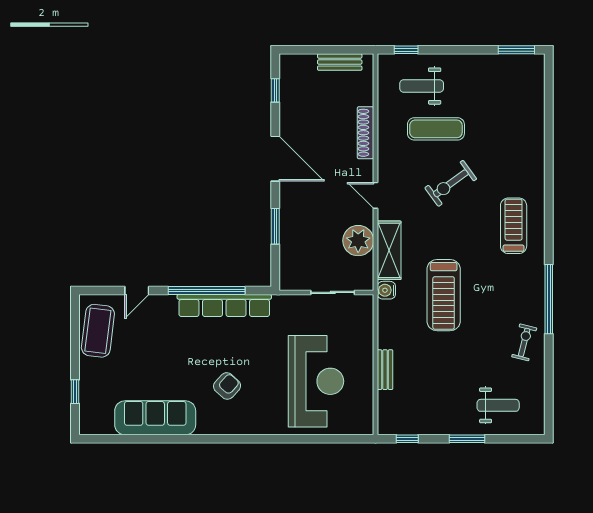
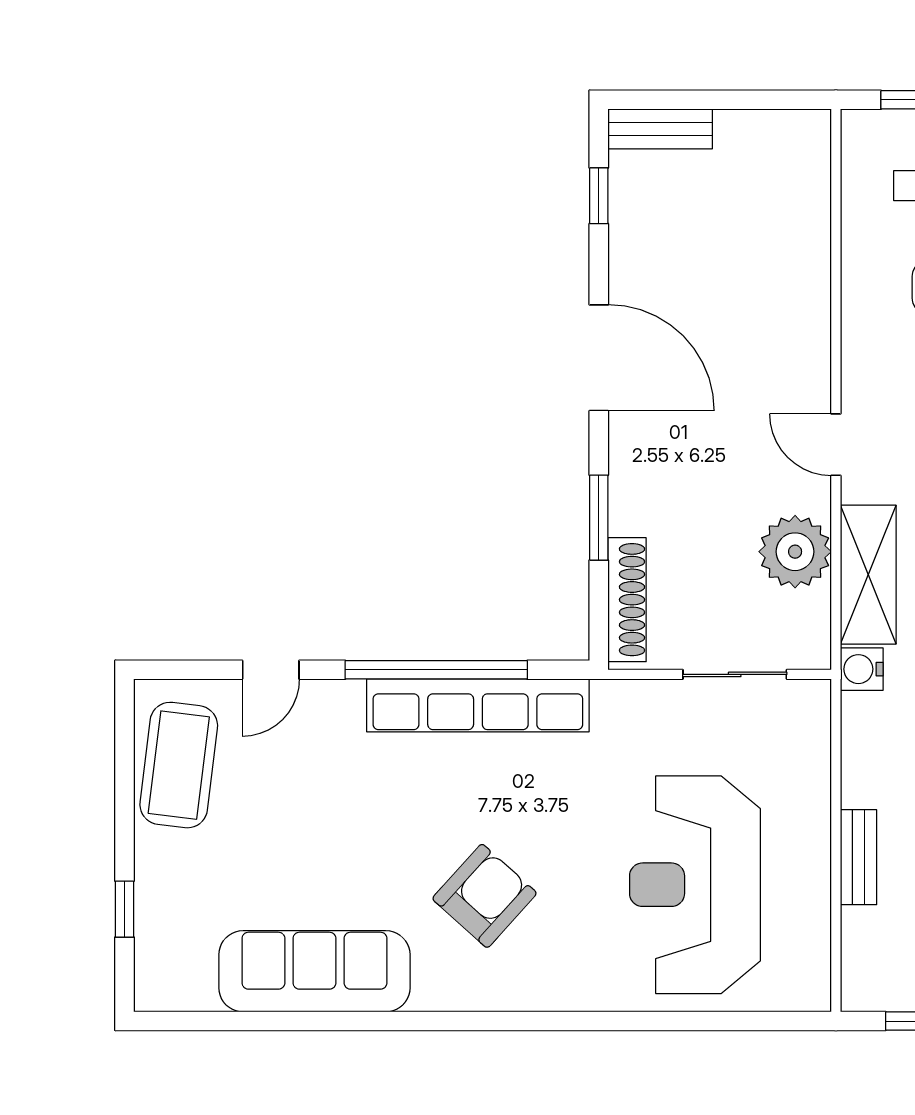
bench: (340, 62) -> (660, 129), moved
shoe rack: (365, 133) -> (627, 600), moved, turned 180
reception desk: (316, 381) -> (695, 885), turned 180
armchair: (227, 386) -> (485, 896), width x1.38, depth x1.38

